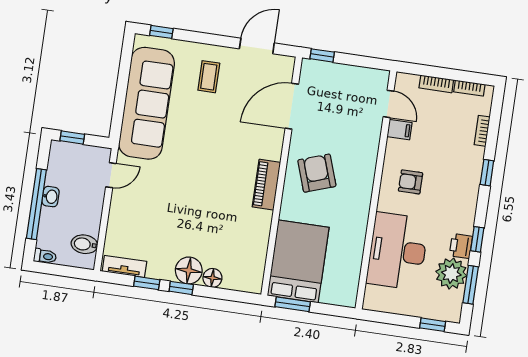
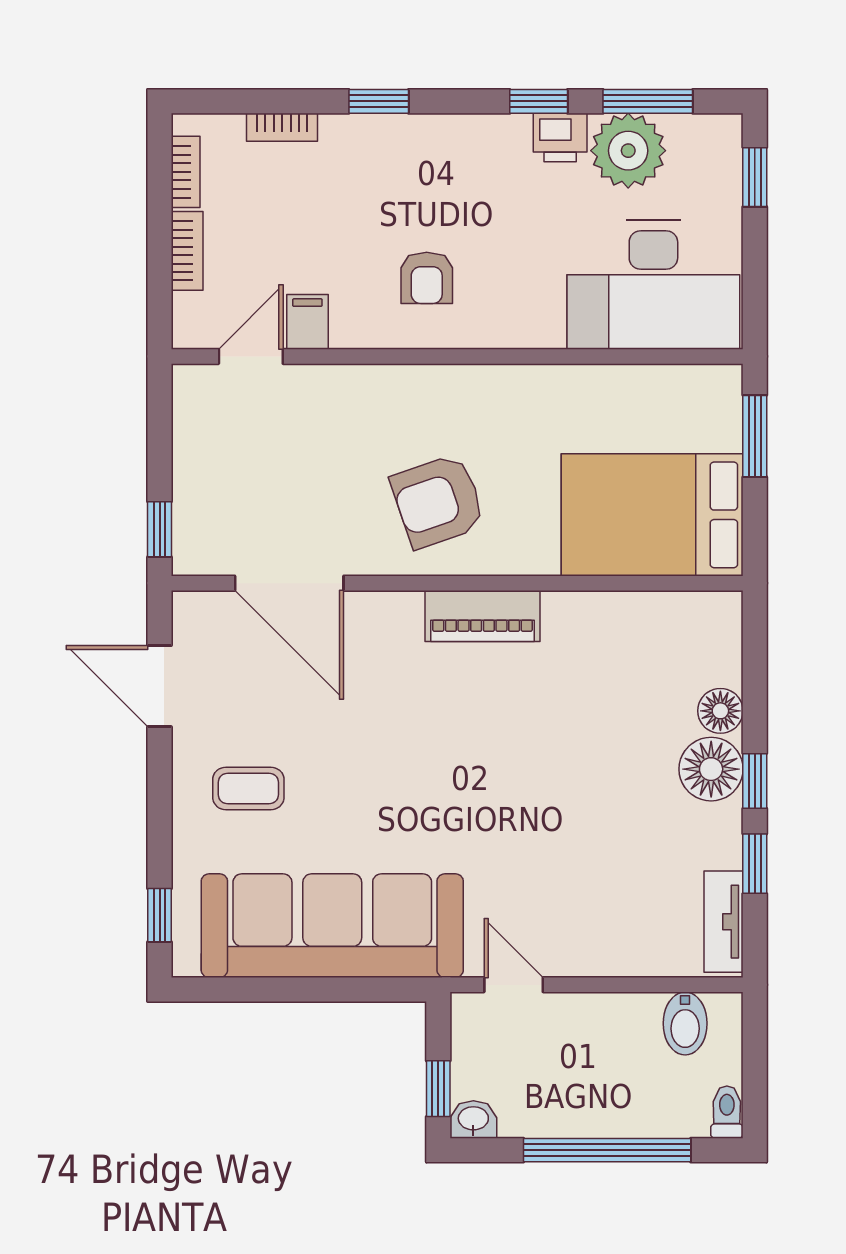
washbasin: (51, 197) -> (473, 1119), moved
desk: (398, 251) -> (653, 285), moved
window: (293, 304) -> (755, 436), moved

